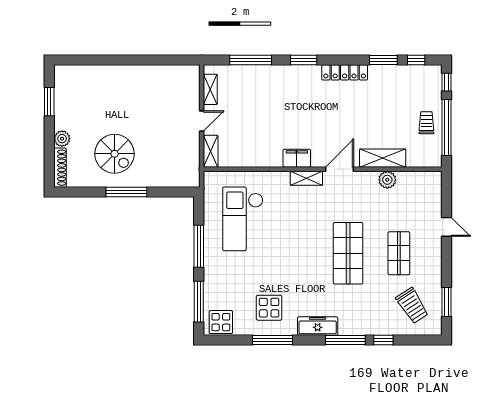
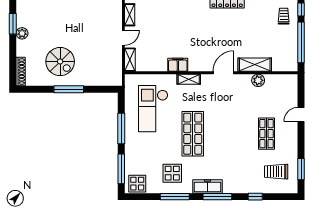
trolley: (426, 123) -> (284, 16), moved
plant: (62, 139) -> (22, 33), moved
filing cabinet: (297, 158) -> (178, 65), moved
shelving: (306, 178) -> (189, 79), moved
door: (446, 227) -> (301, 115), swing flipped
shop shelf: (348, 253) -> (193, 134), moved
trolley: (412, 306) -> (276, 172), turned 123
window: (345, 340) -> (217, 197), moved

